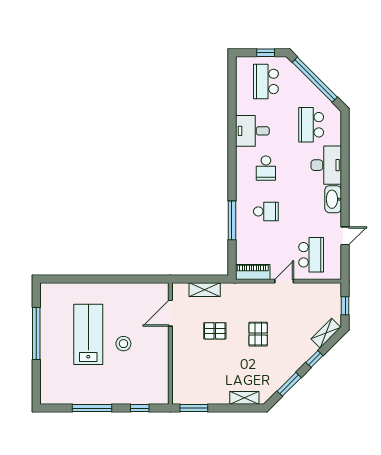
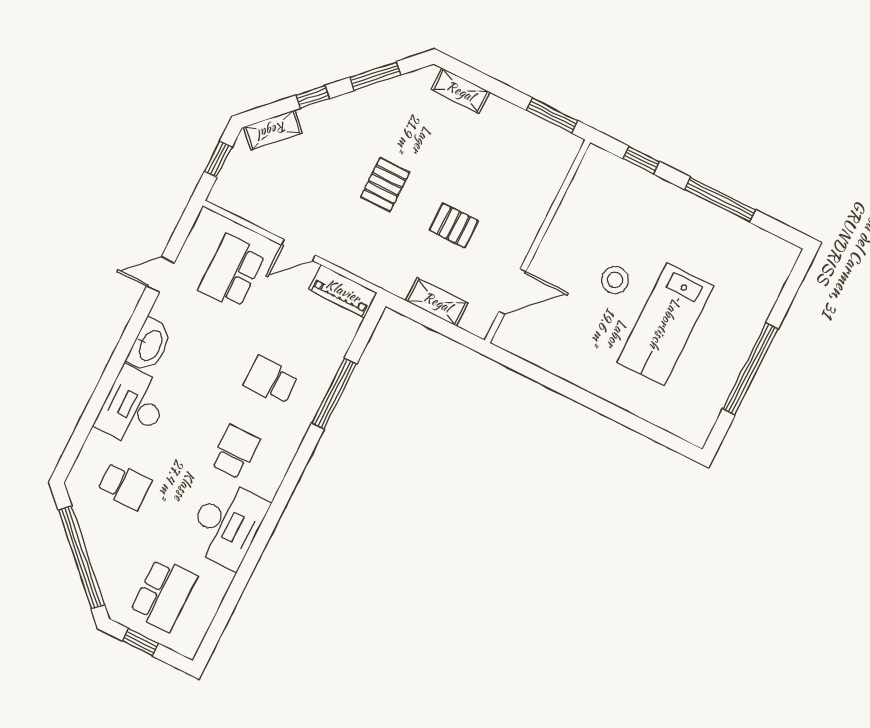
school desk: (311, 125) -> (125, 486), width x0.54
desk: (252, 131) -> (227, 524), width x1.37

